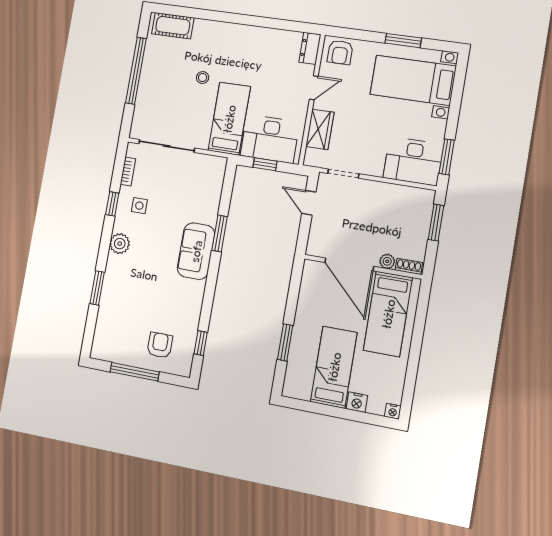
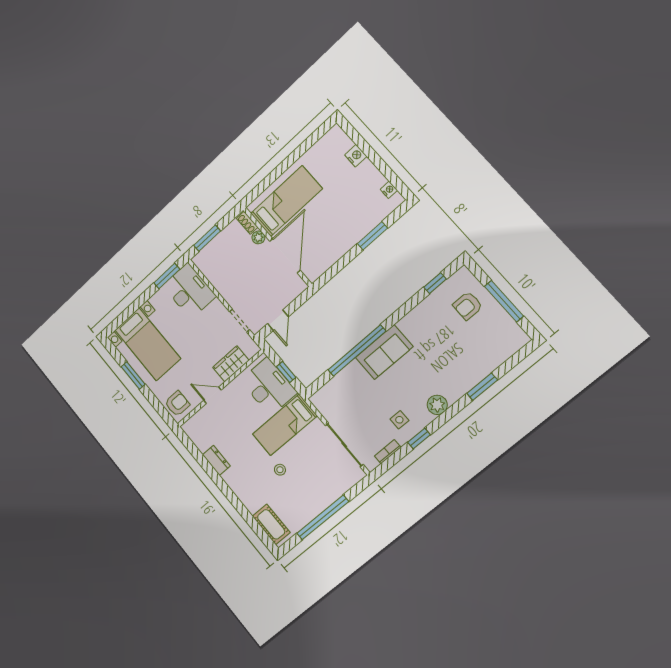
dresser: (310, 48) -> (216, 460), moved, turned -90
window: (220, 233) -> (357, 351), width x2.11
bed: (334, 367) -> (352, 192), removed
nightstand: (393, 411) -> (389, 190), moved

